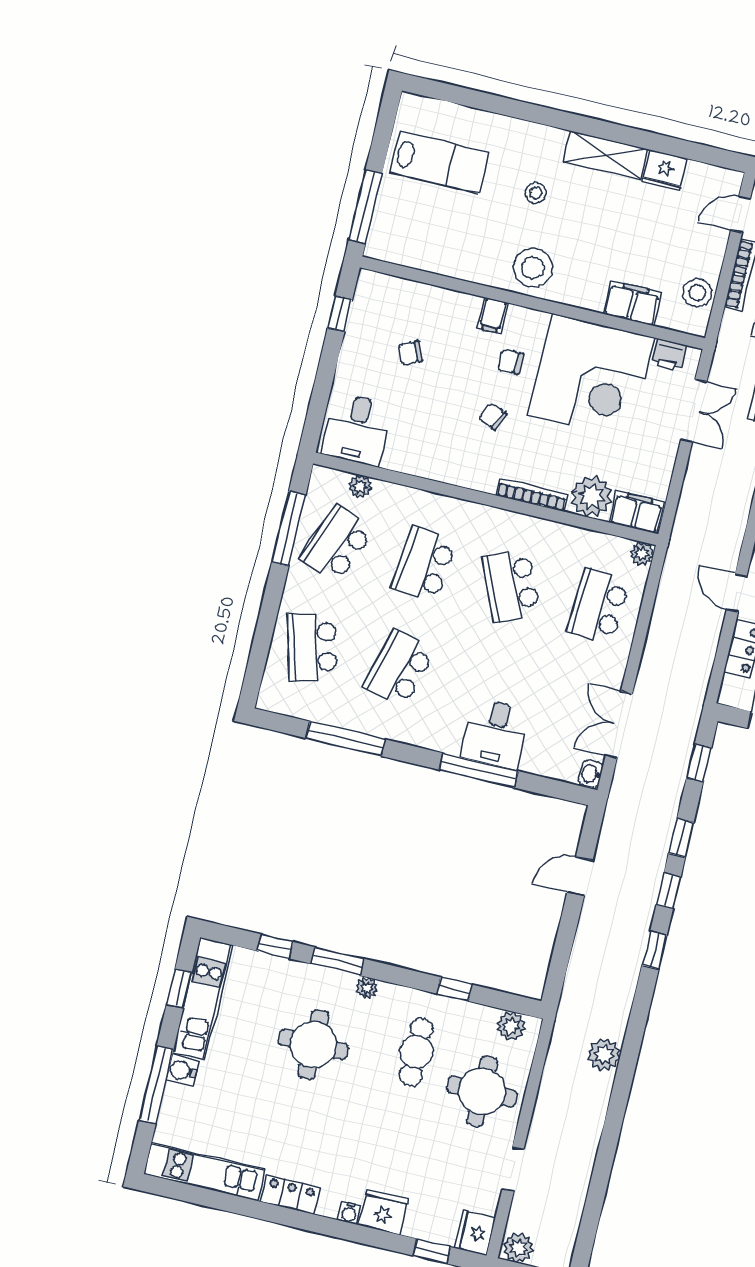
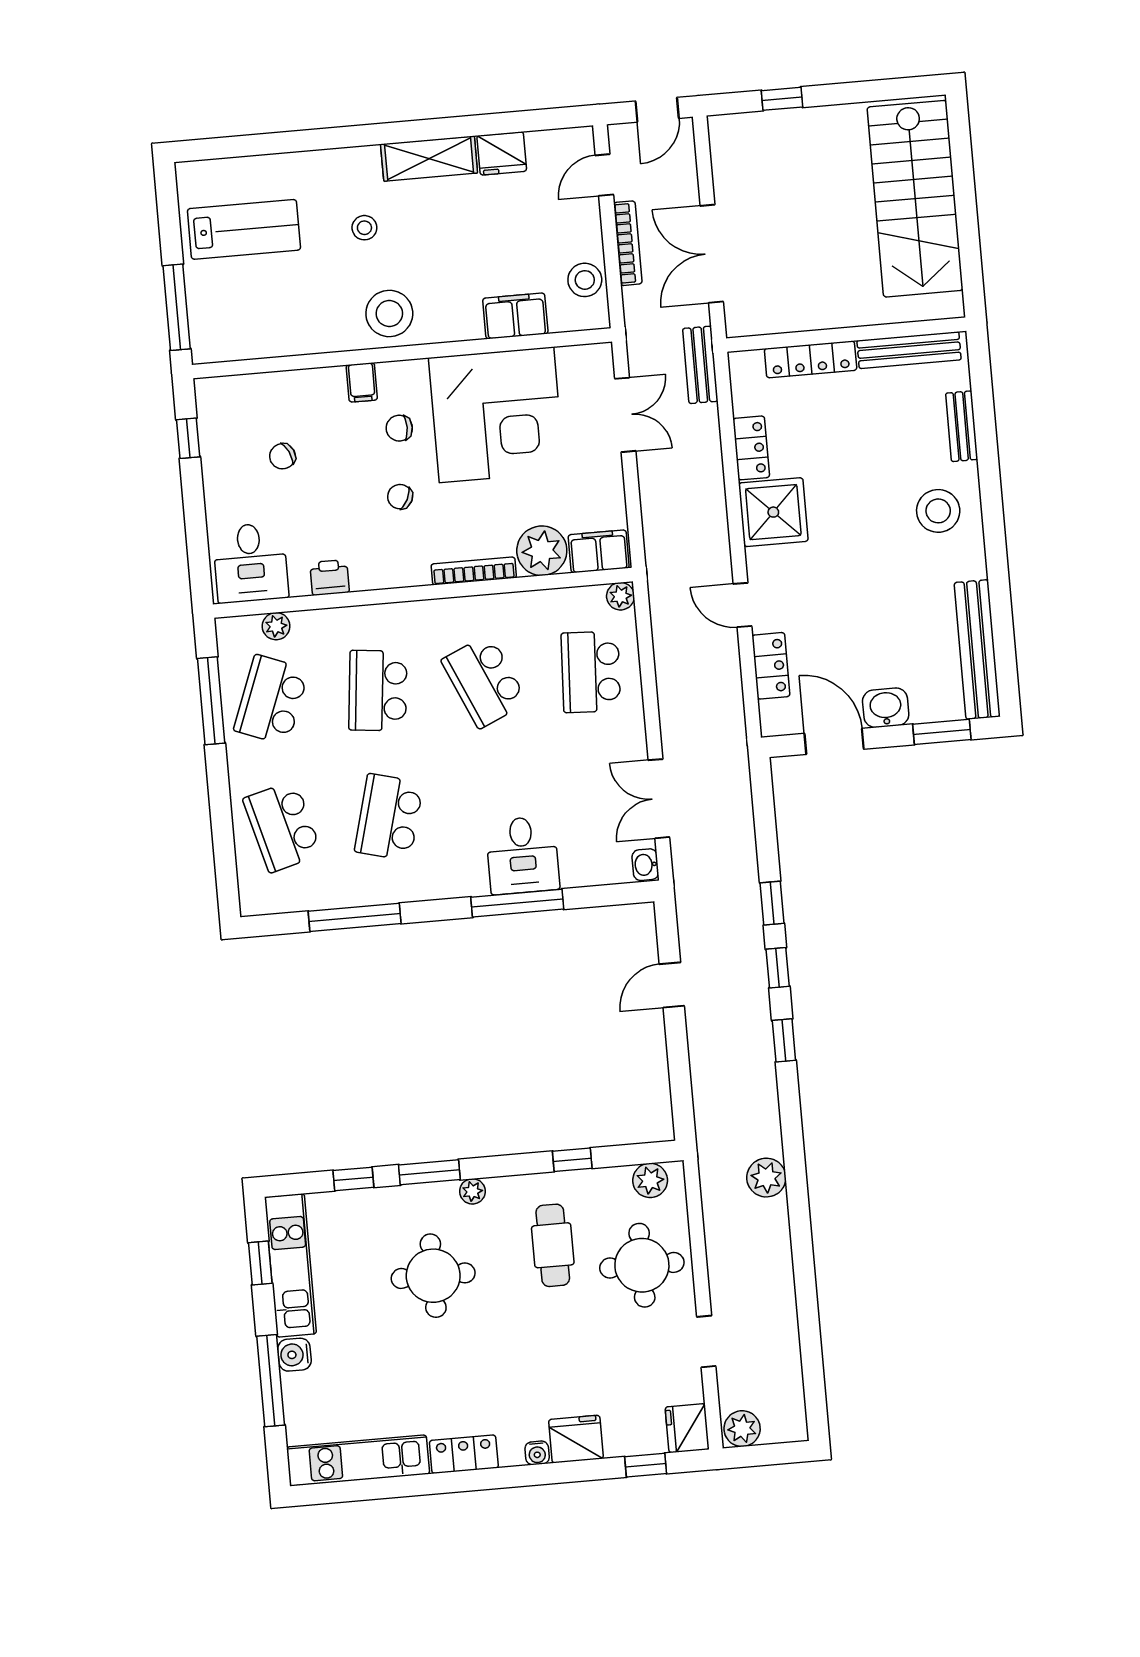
printer: (669, 355) -> (330, 578), moved, turned 180
window: (699, 763) -> (764, 812), removed

